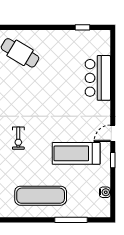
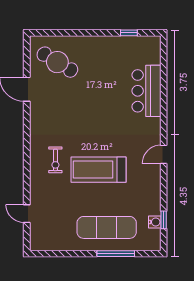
treadmill: (76, 153) -> (98, 170), moved
window: (113, 160) -> (164, 220), moved
exercise mat: (41, 196) -> (107, 227), moved

